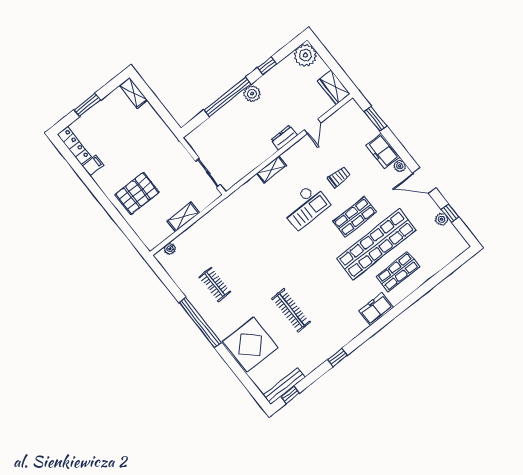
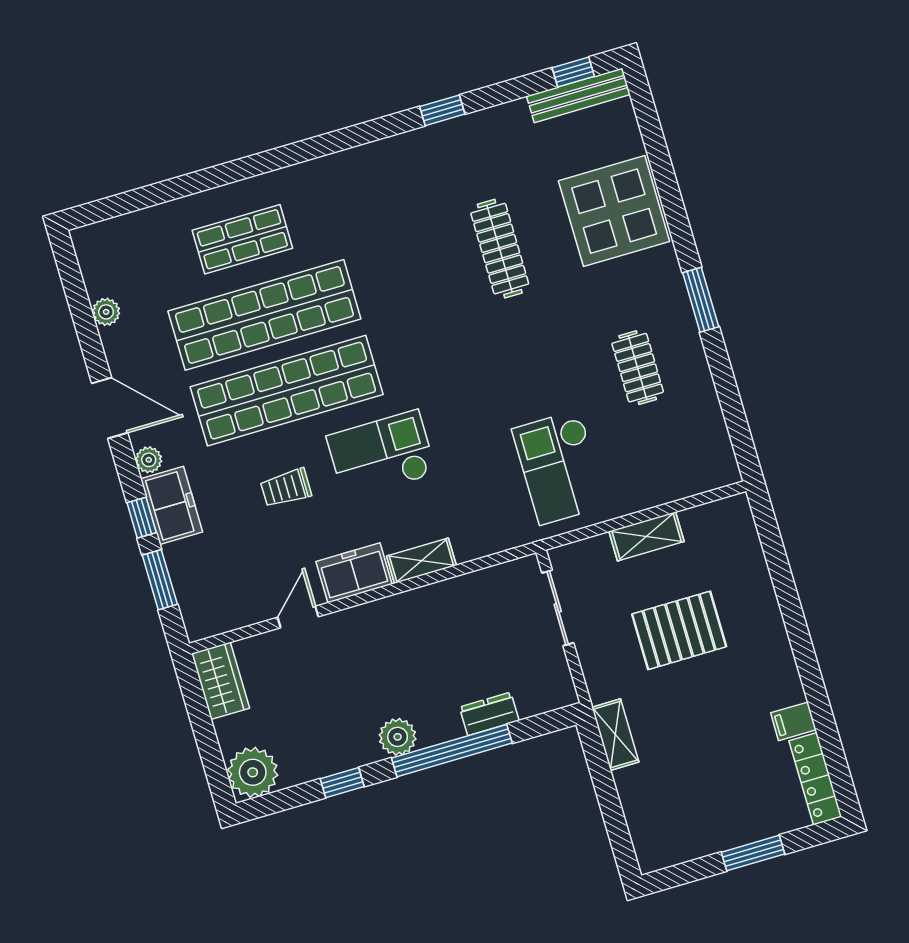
shelving: (133, 93) -> (615, 735), moved
dresser: (284, 137) -> (489, 714), moved, turned 180
pallet: (137, 193) -> (679, 630), moved
window: (450, 213) -> (142, 518), moved
shop shelf: (355, 217) -> (287, 391), width x2.00, depth x1.36
checkout: (230, 231) -> (560, 467), added
plant: (170, 249) -> (702, 481), removed
freezer: (376, 309) -> (354, 573), moved, turned 180
window: (200, 323) -> (701, 300), width x0.47

